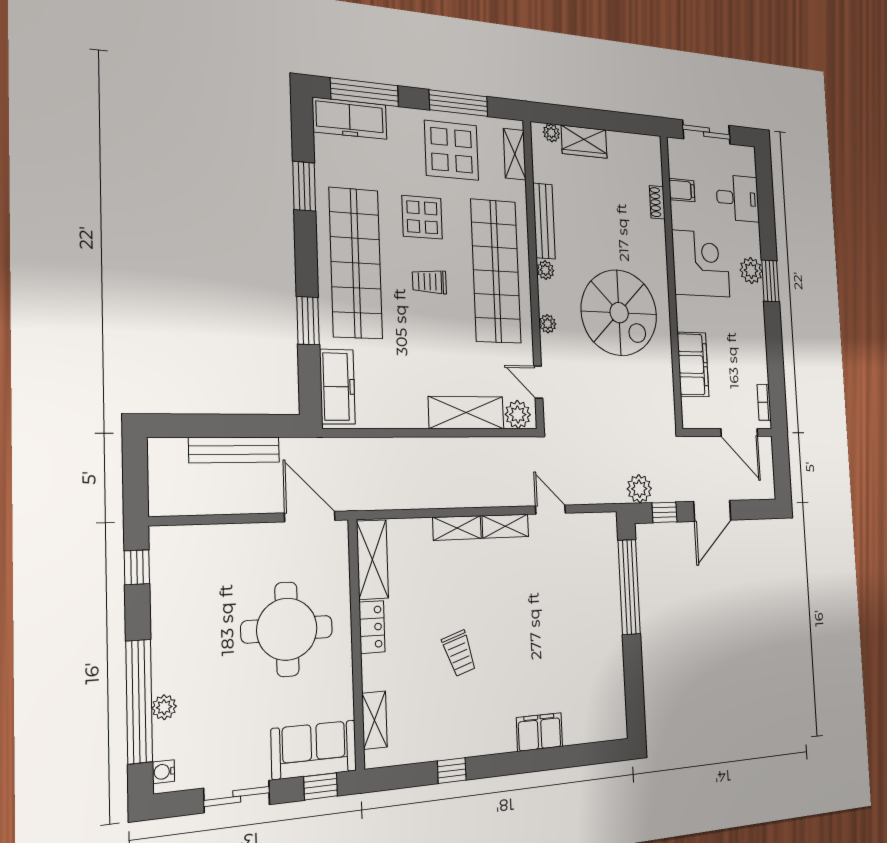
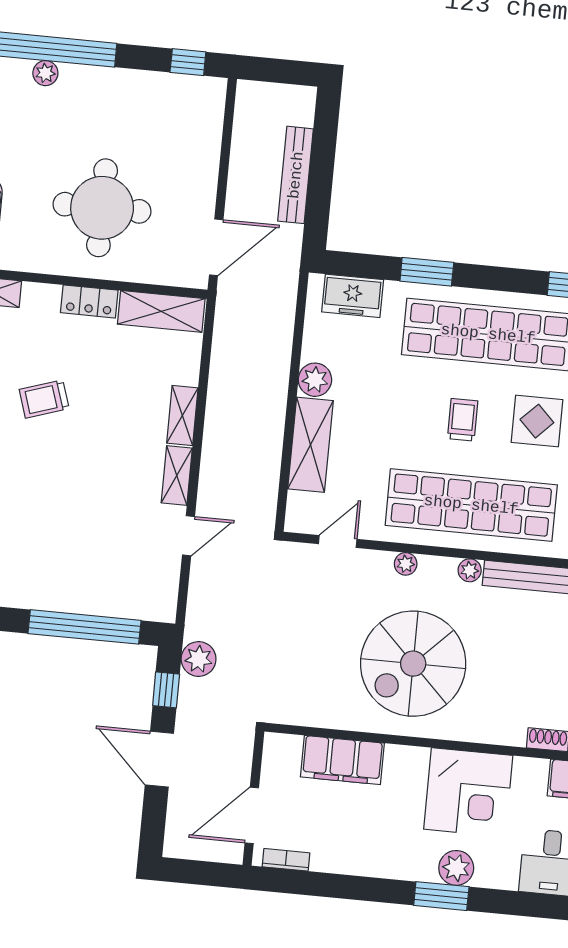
freezer: (337, 387) -> (353, 296), width x0.71
plant: (518, 414) -> (315, 380), moved

